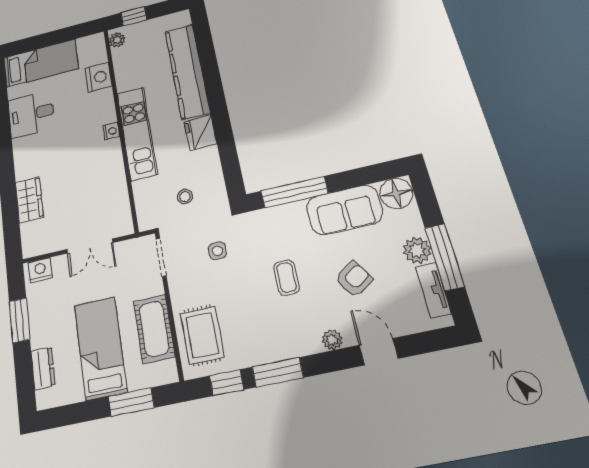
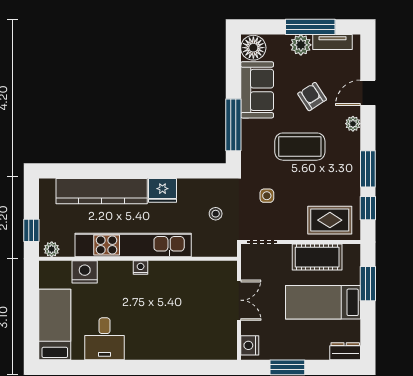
kitchen unit: (137, 133) -> (133, 245), width x1.36
wardrobe: (29, 200) -> (186, 349), removed
coffee table: (286, 278) -> (300, 147), width x1.86, depth x1.72
dresser: (43, 368) -> (345, 351), moved

